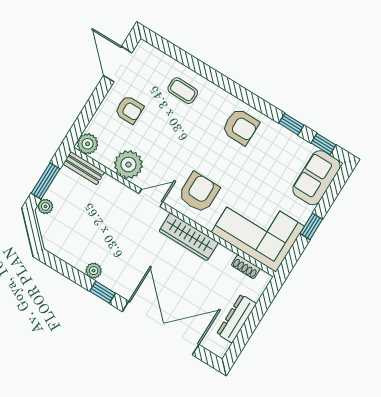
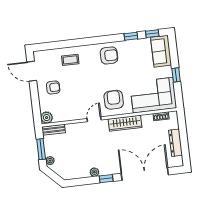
plant: (128, 165) -> (72, 112), removed

